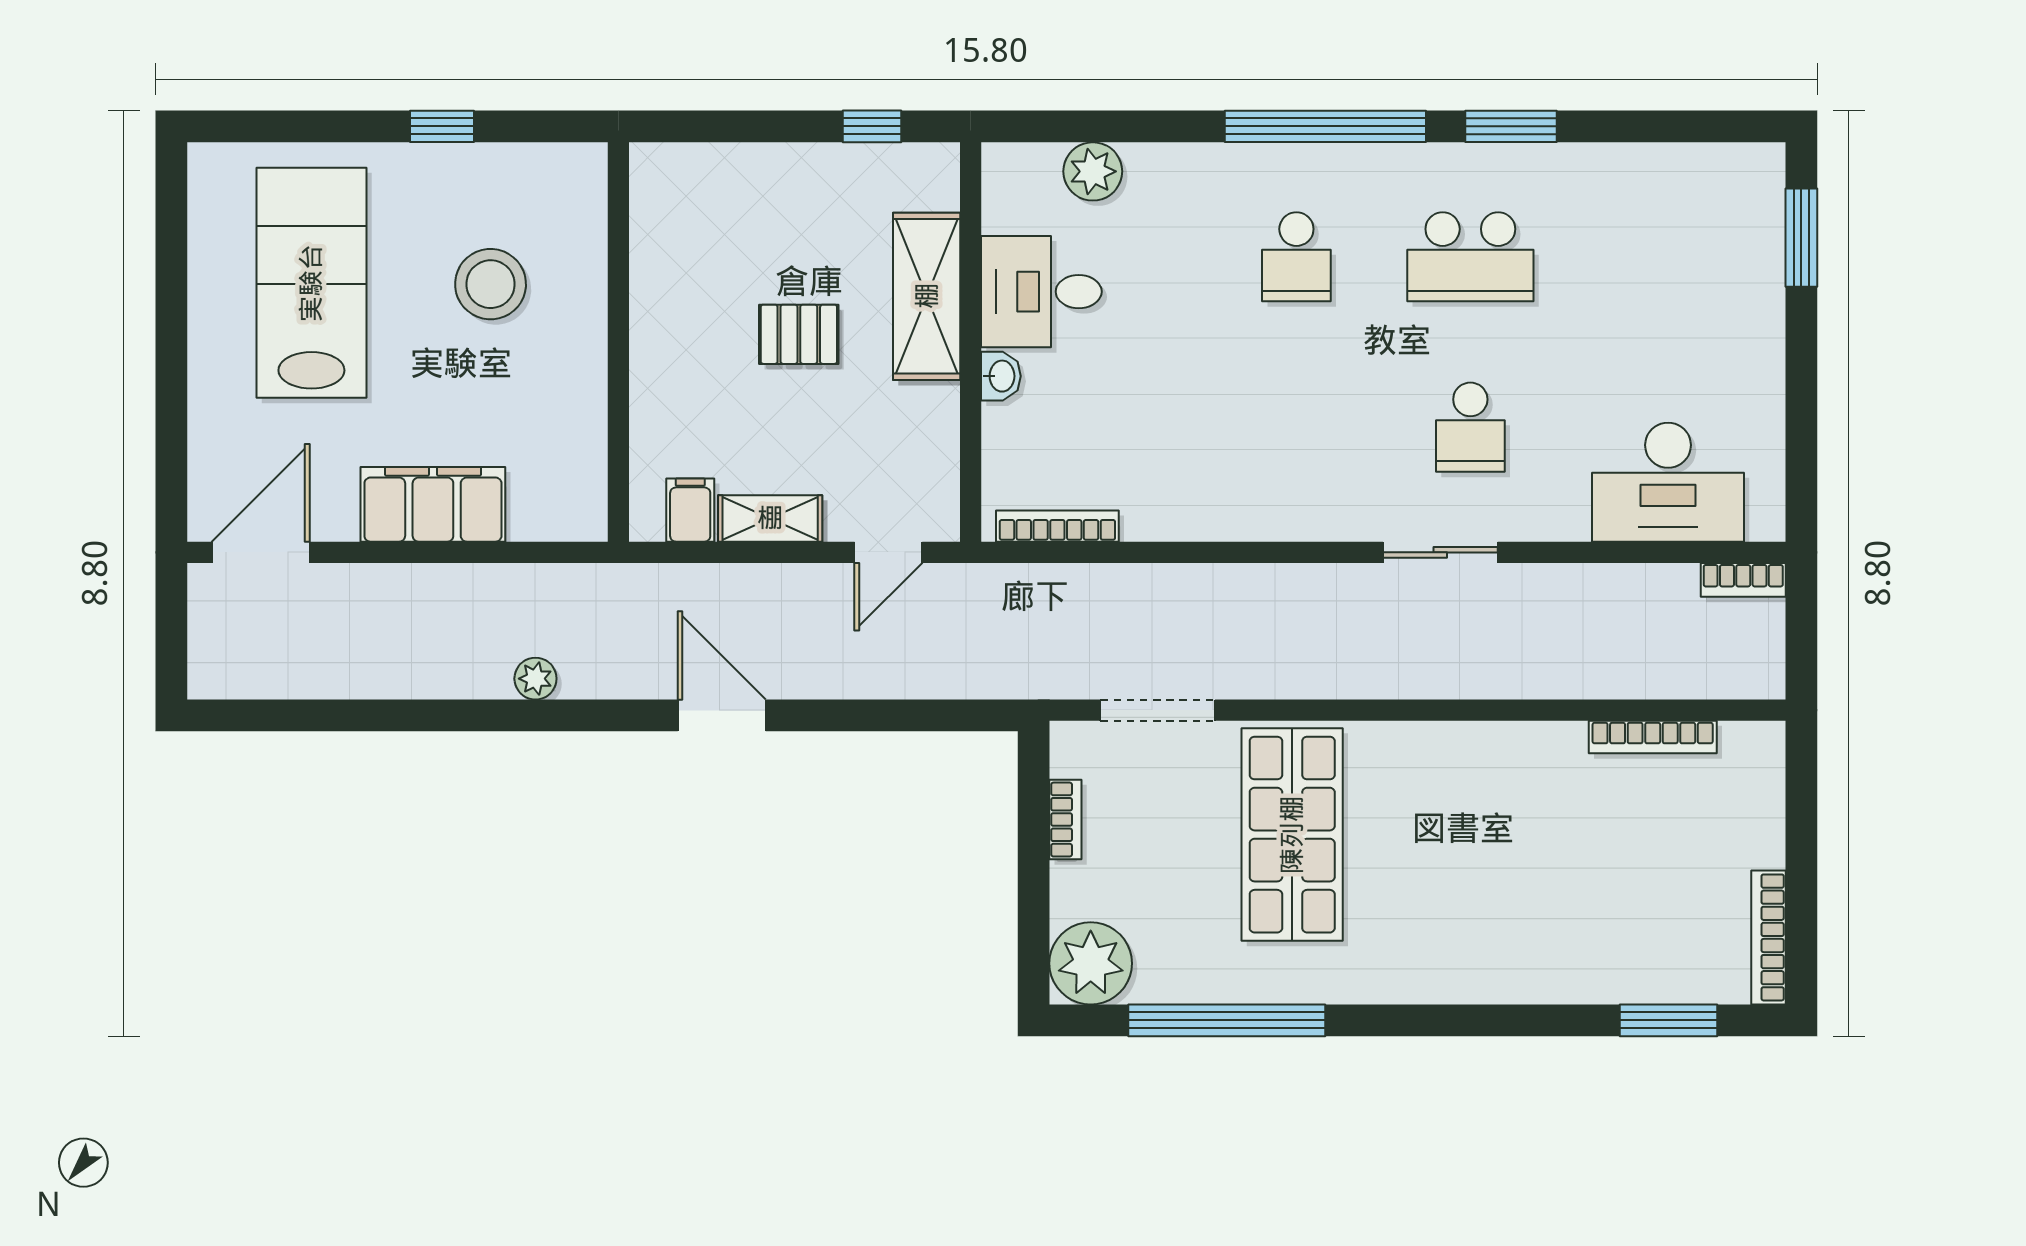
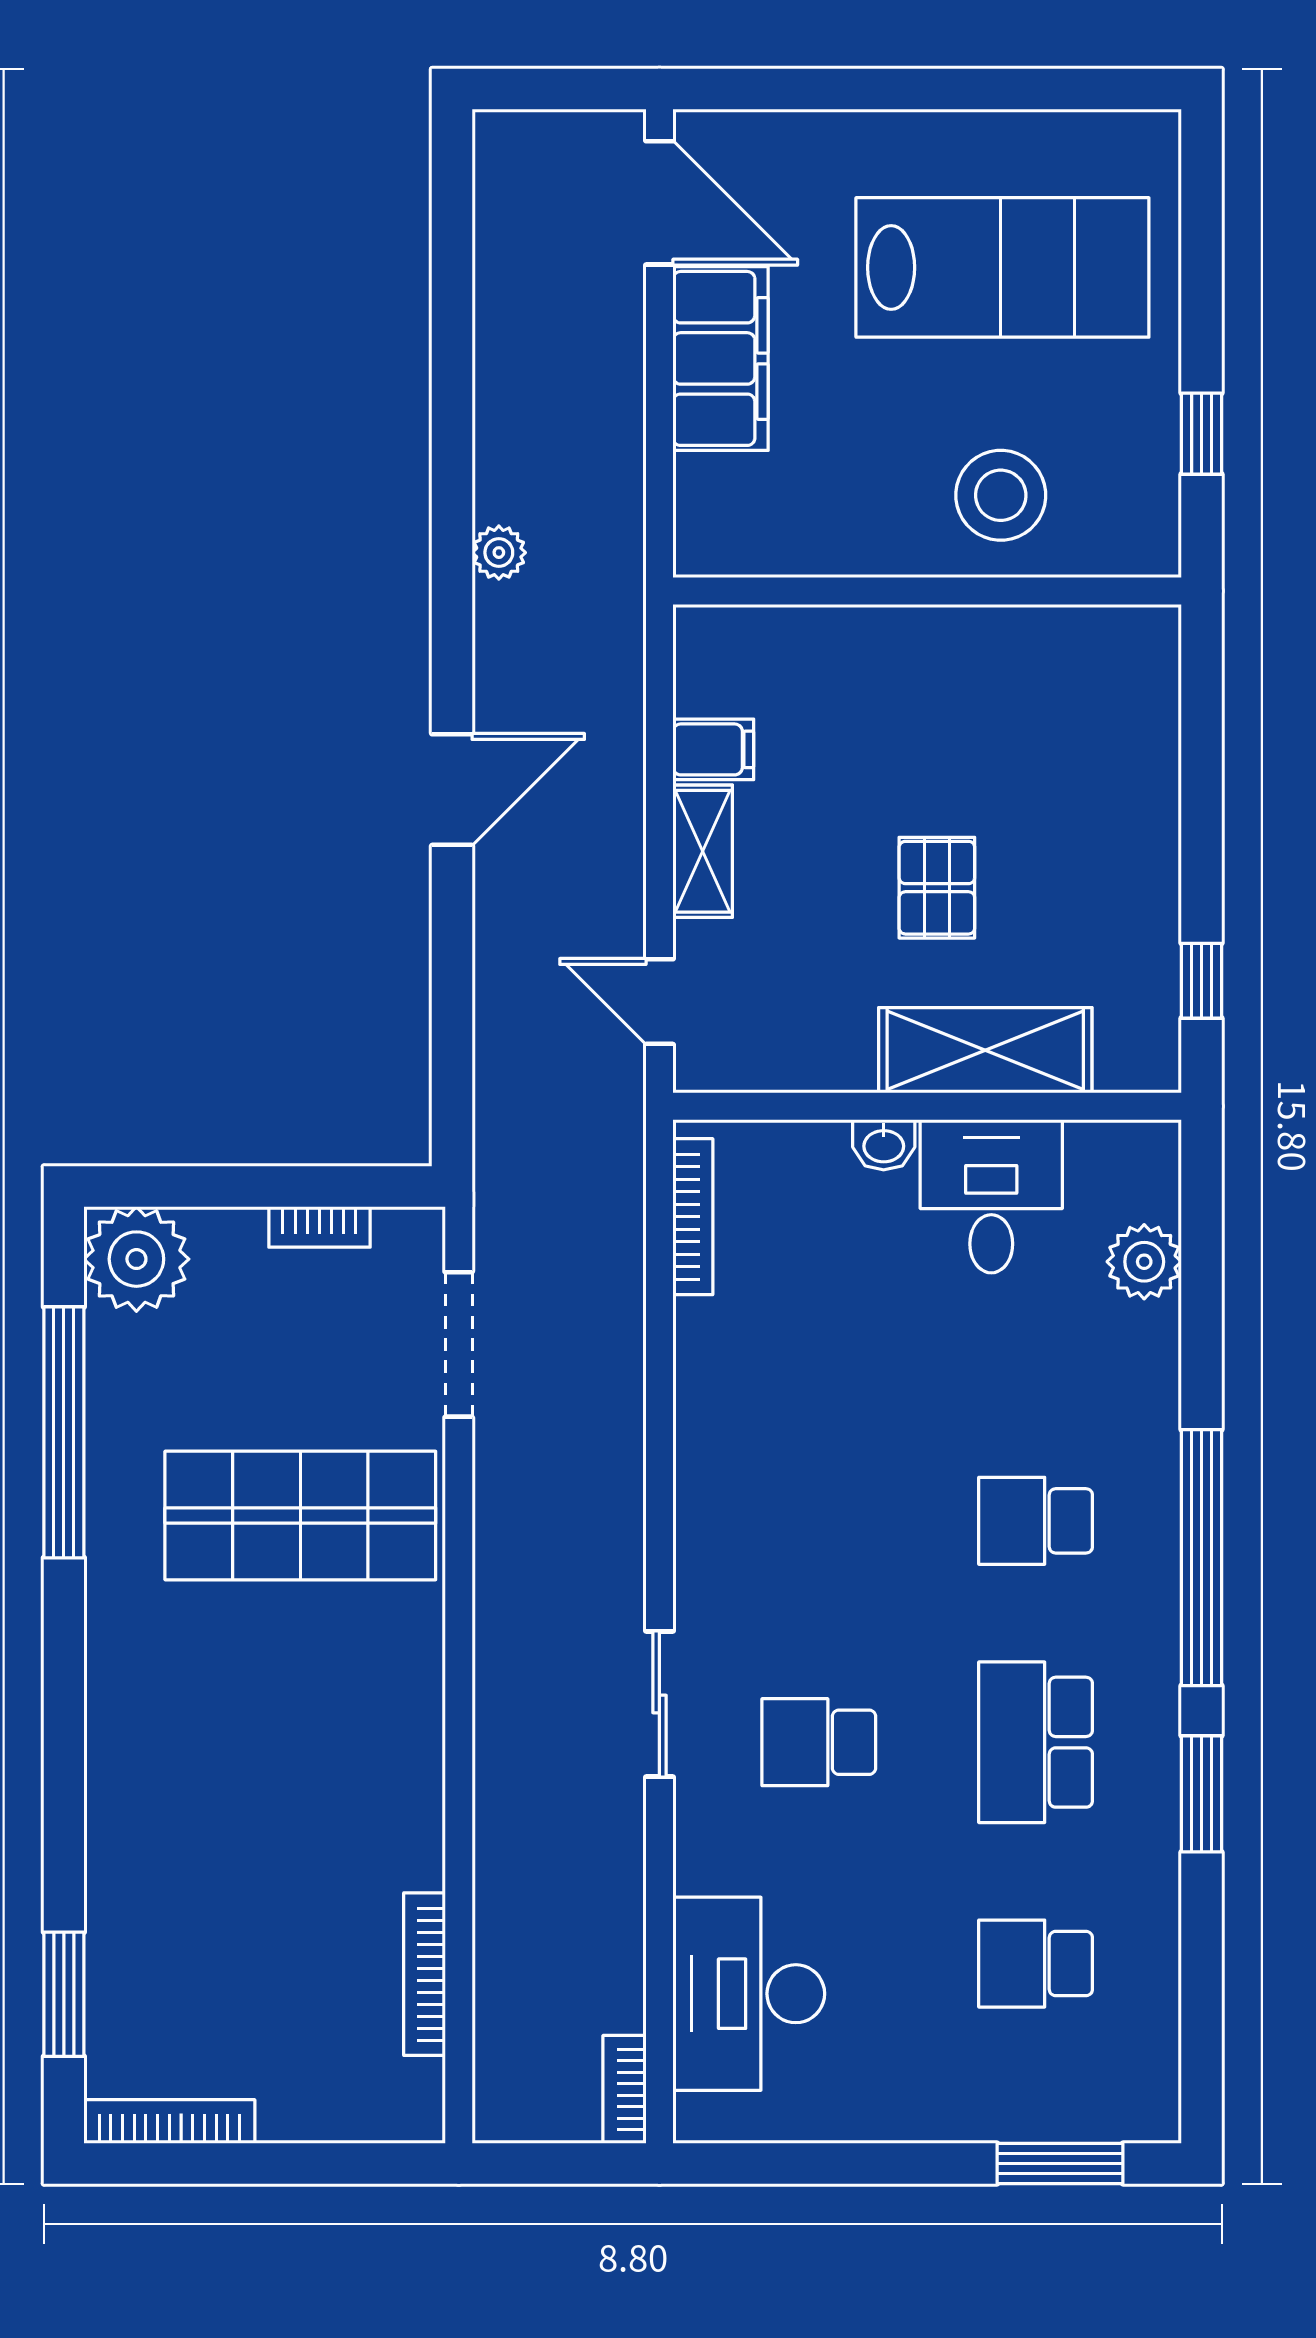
school desk: (1644, 257) -> (1036, 1964), added
wall: (618, 342) -> (927, 591), moved
filing cabinet: (433, 504) -> (721, 358), moved

